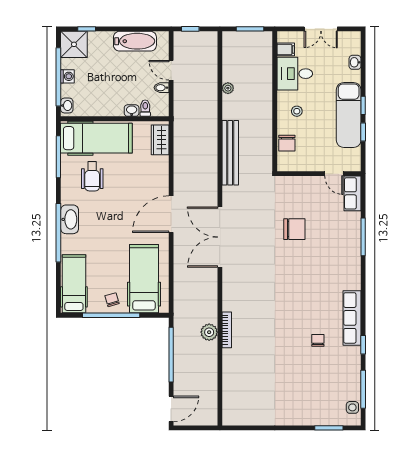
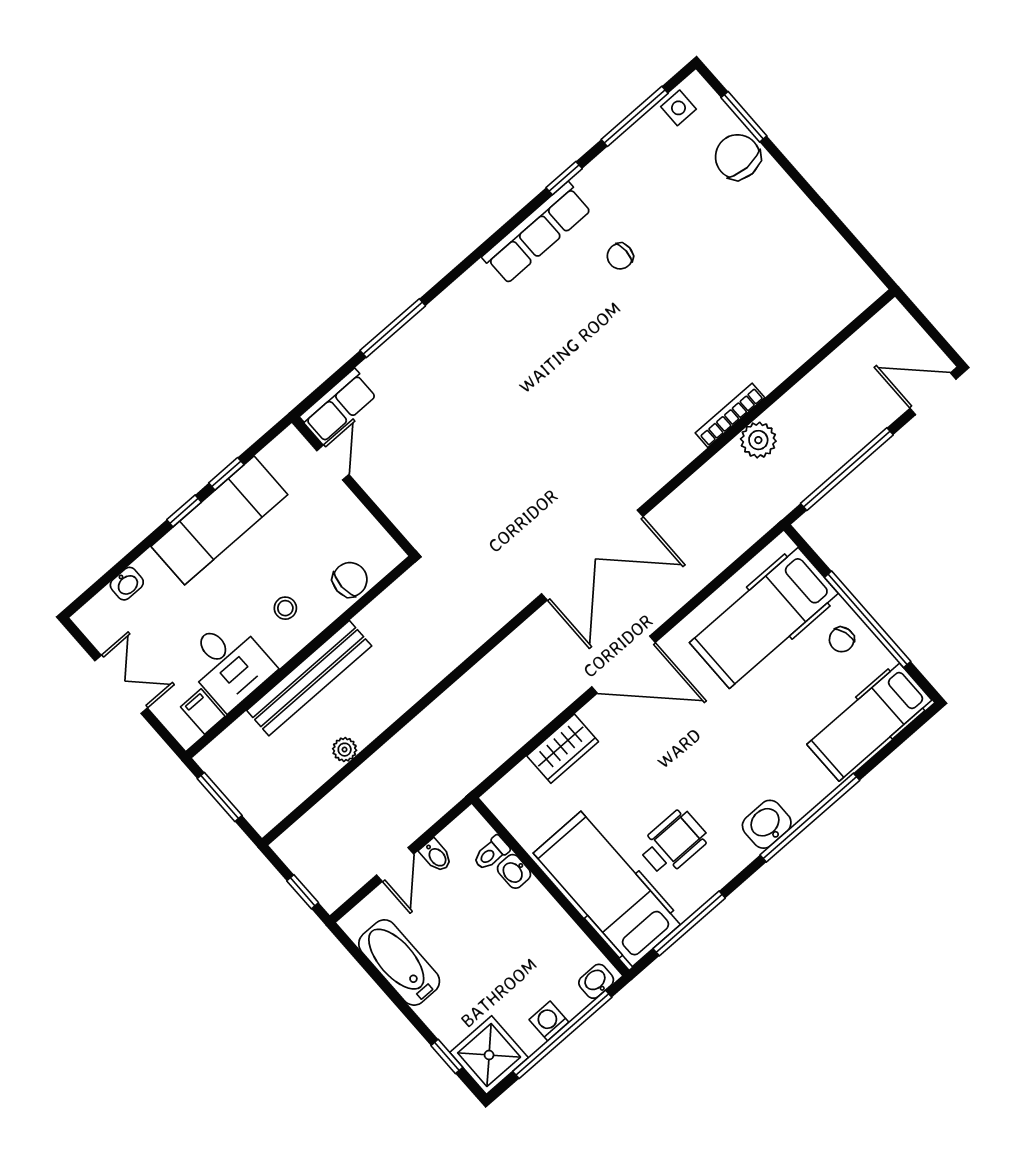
wardrobe: (160, 140) -> (563, 749), moved
bench: (230, 153) -> (309, 678), moved
washbasin: (70, 219) -> (767, 824), width x0.72
chair: (294, 229) -> (738, 157), moved

